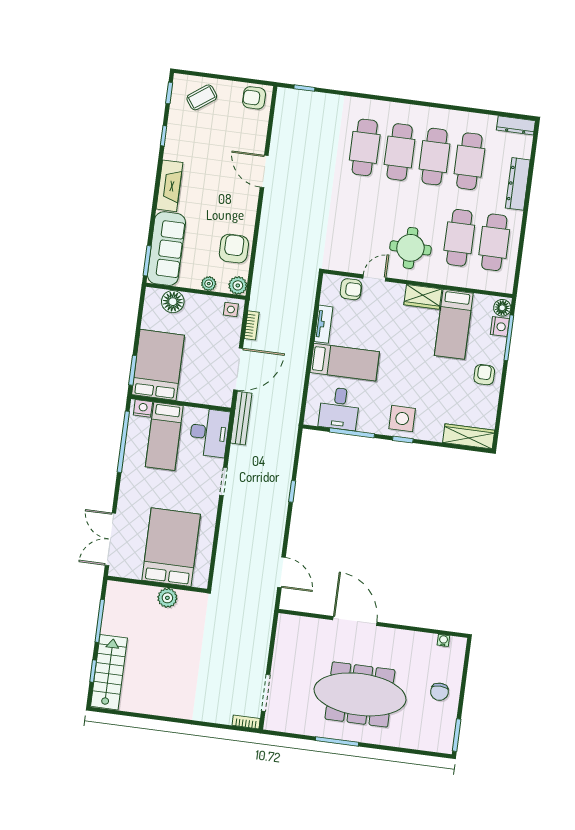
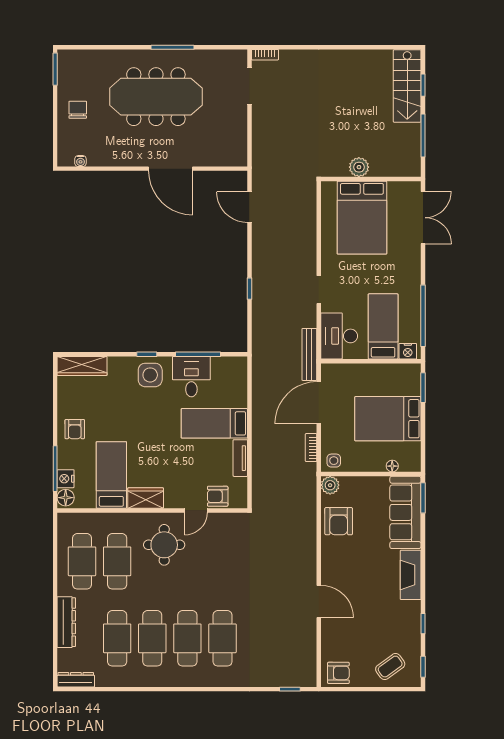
plant: (209, 284) -> (359, 483), removed
floor lamp: (173, 302) -> (392, 466), width x0.53, depth x0.53
bed: (158, 365) -> (388, 419), moved, turned 90
desk: (339, 409) -> (191, 377), moved

